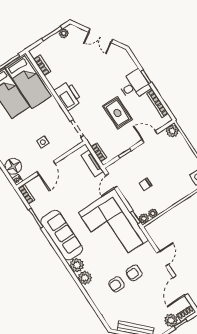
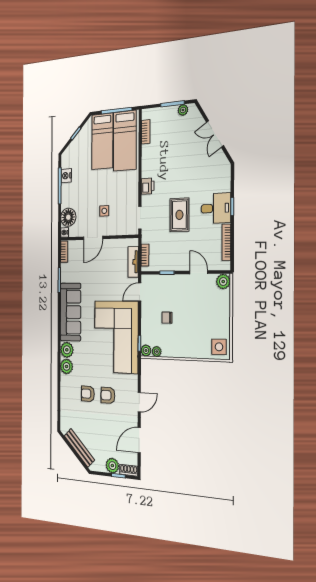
printer: (68, 96) -> (148, 186), width x0.53, depth x0.68
rug: (117, 113) -> (179, 215), moved

